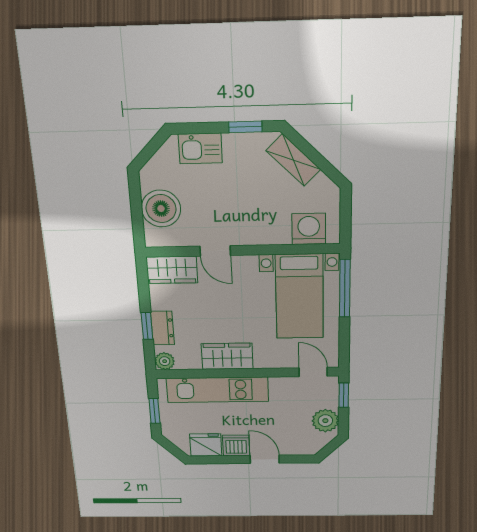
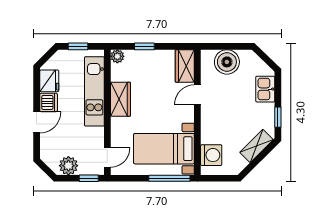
dresser: (162, 328) -> (143, 57), removed

